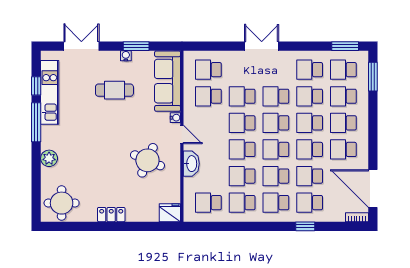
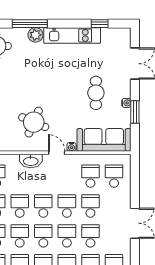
kitchen unit: (50, 92) -> (72, 35), moved
window: (36, 122) -> (30, 24), moved
door: (182, 134) -> (57, 153), swing flipped

